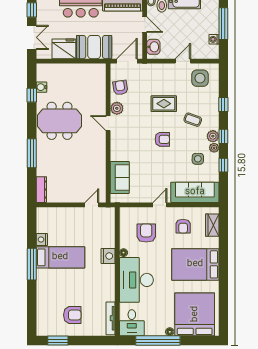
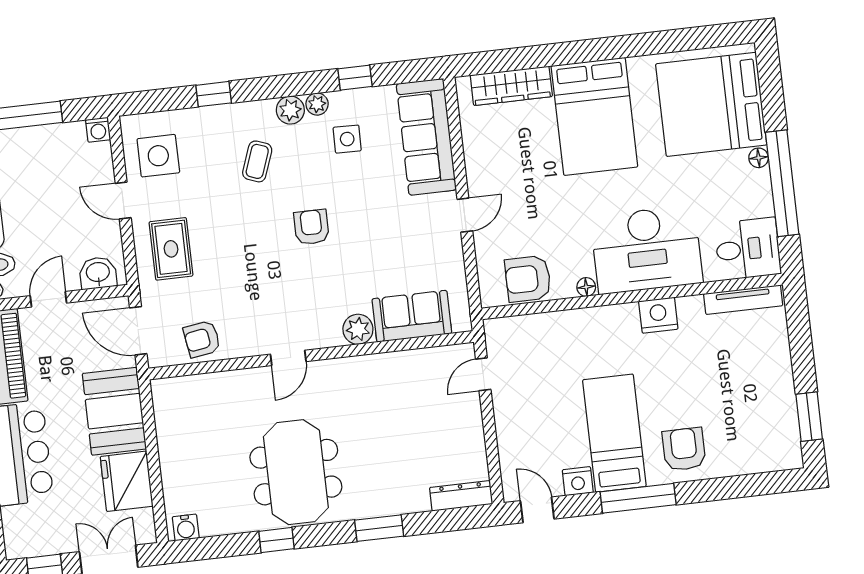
washing machine: (214, 39) -> (98, 130), moved
water cooler: (41, 87) -> (186, 527), moved
window: (32, 95) -> (276, 540), moved
rug: (164, 104) -> (171, 249), moved
plant: (117, 108) -> (358, 329), moved
window: (223, 136) -> (288, 85), removed
window: (32, 153) -> (379, 528), width x0.69
door: (92, 205) -> (483, 374), hinge flipped
door: (160, 205) -> (465, 215), swing flipped
door: (32, 221) -> (537, 510), added
wardrobe: (212, 225) -> (511, 86), width x1.50
armchair: (183, 226) -> (508, 155), removed
armchair: (146, 233) -> (528, 279), moved
nightstand: (108, 256) -> (658, 315), moved
armchair: (72, 315) -> (684, 449), moved

